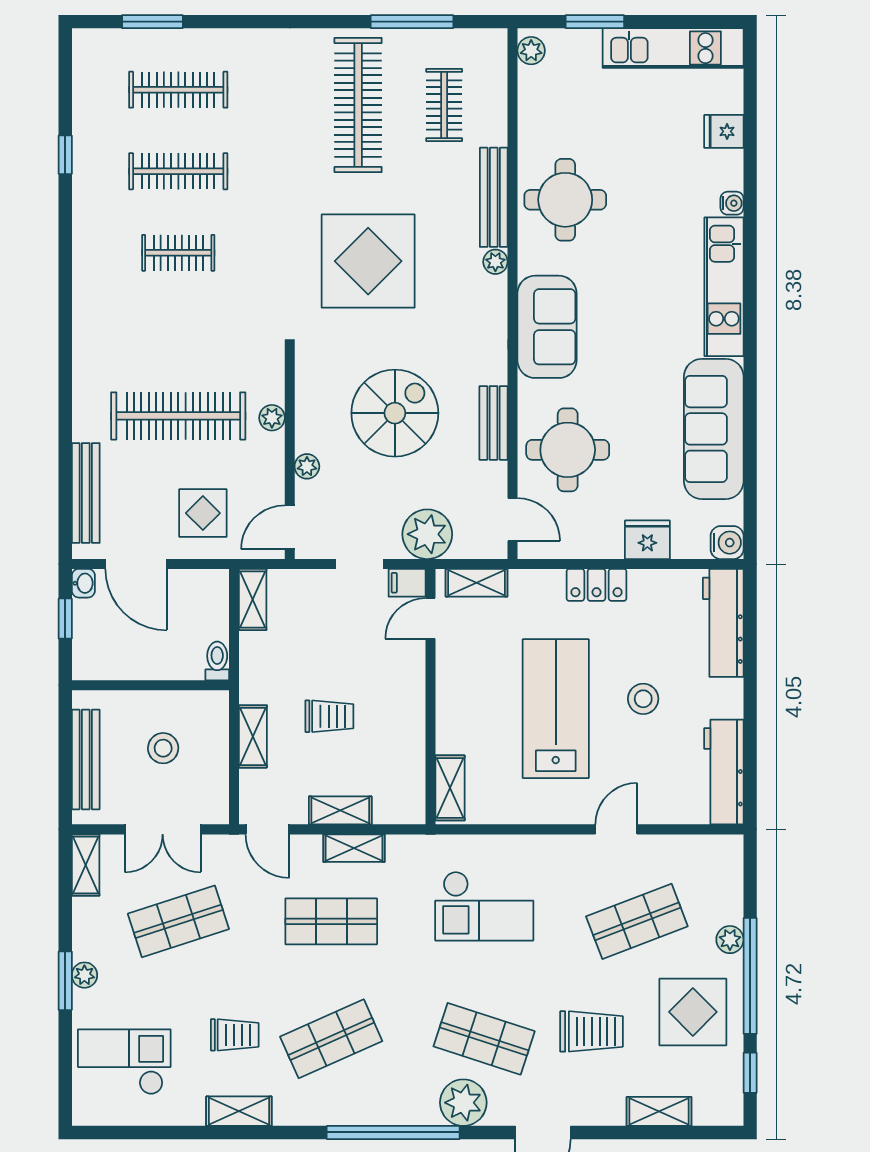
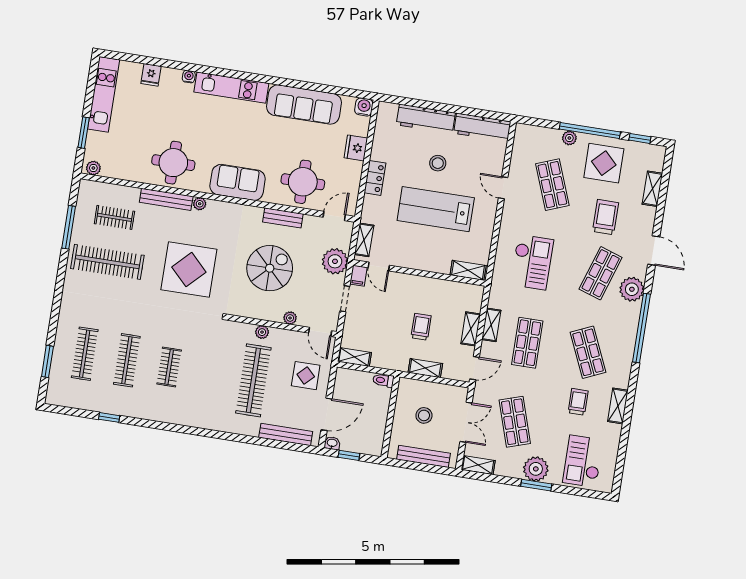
spiral stairs: (395, 413) -> (270, 268), turned 90
workbench: (723, 623) -> (426, 119), moved
plant: (84, 975) -> (536, 469), width x1.87, depth x1.87

